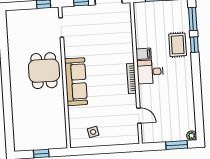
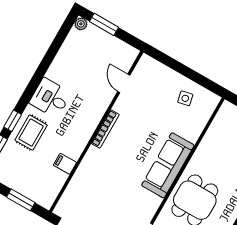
filing cabinet: (144, 54) -> (65, 164), moved
desk: (150, 72) -> (50, 98), moved, turned 180

